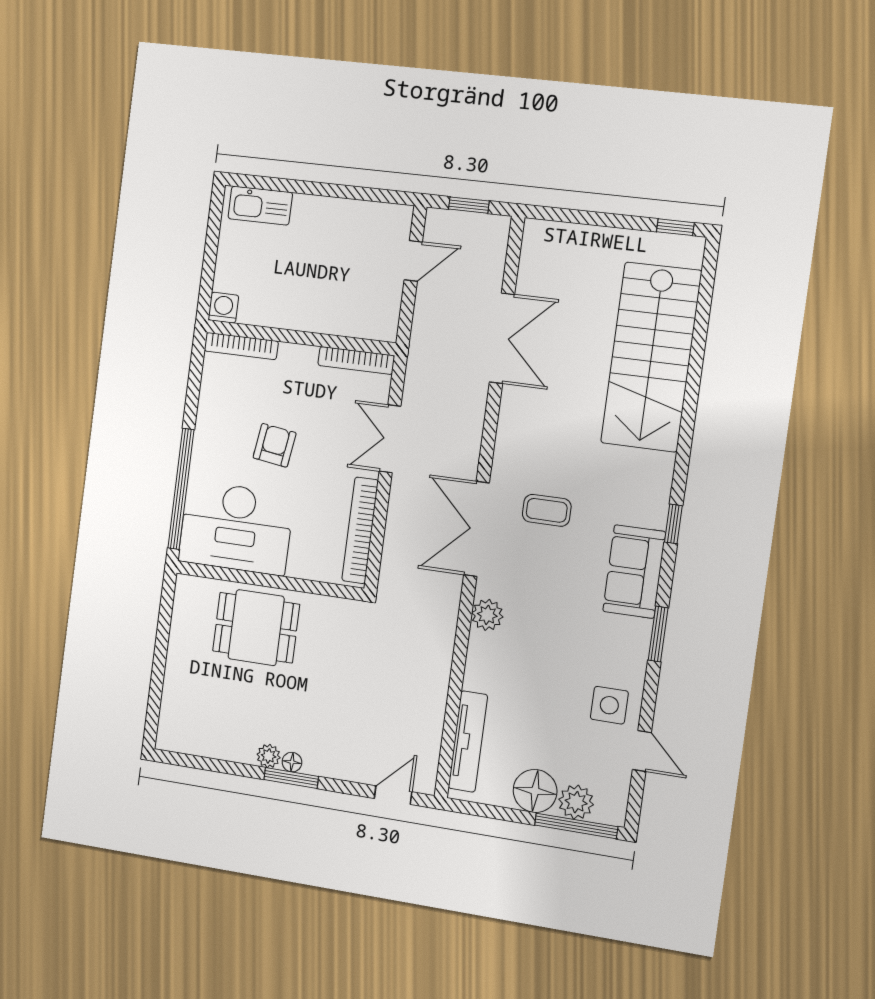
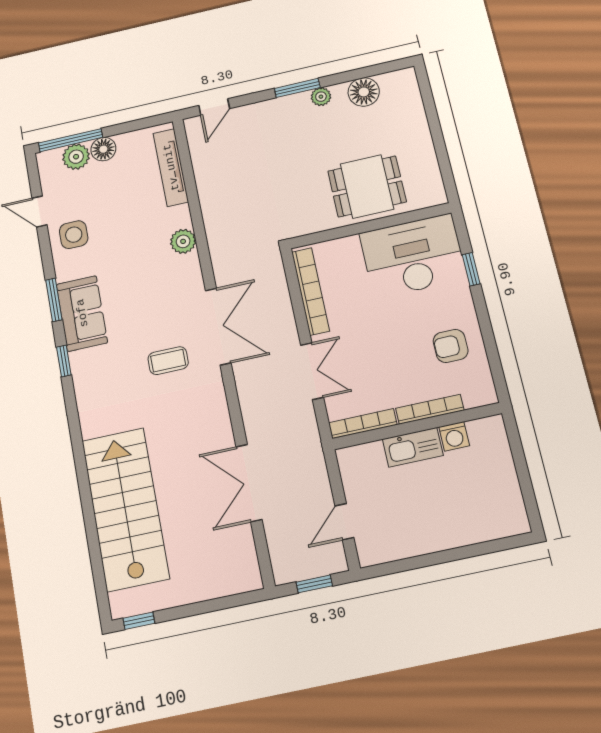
kitchen sink: (260, 206) -> (413, 447), moved, turned 180
washing machine: (223, 308) -> (454, 436), moved
bookcase: (241, 346) -> (430, 409), moved
armchair: (275, 445) -> (451, 346), moved, turned 82
window: (181, 489) -> (471, 269), width x0.32
window: (673, 524) -> (64, 361), moved
sofa: (634, 572) -> (82, 313), moved
plant: (487, 615) -> (183, 241), moved
floor lamp: (292, 762) -> (364, 92), moved, width x1.89, depth x1.89
floor lamp: (535, 791) -> (103, 149), width x0.73, depth x0.73

